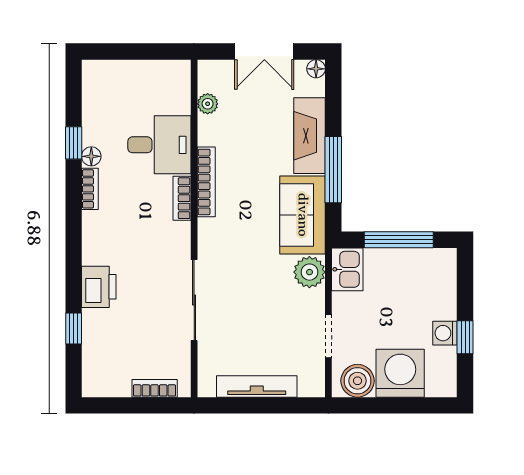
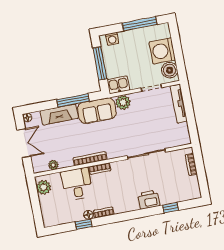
plant: (165, 75) -> (44, 187), added
washing machine: (445, 333) -> (112, 39), moved
window: (465, 337) -> (140, 24), width x2.17
tv unit: (257, 386) -> (179, 104), moved

